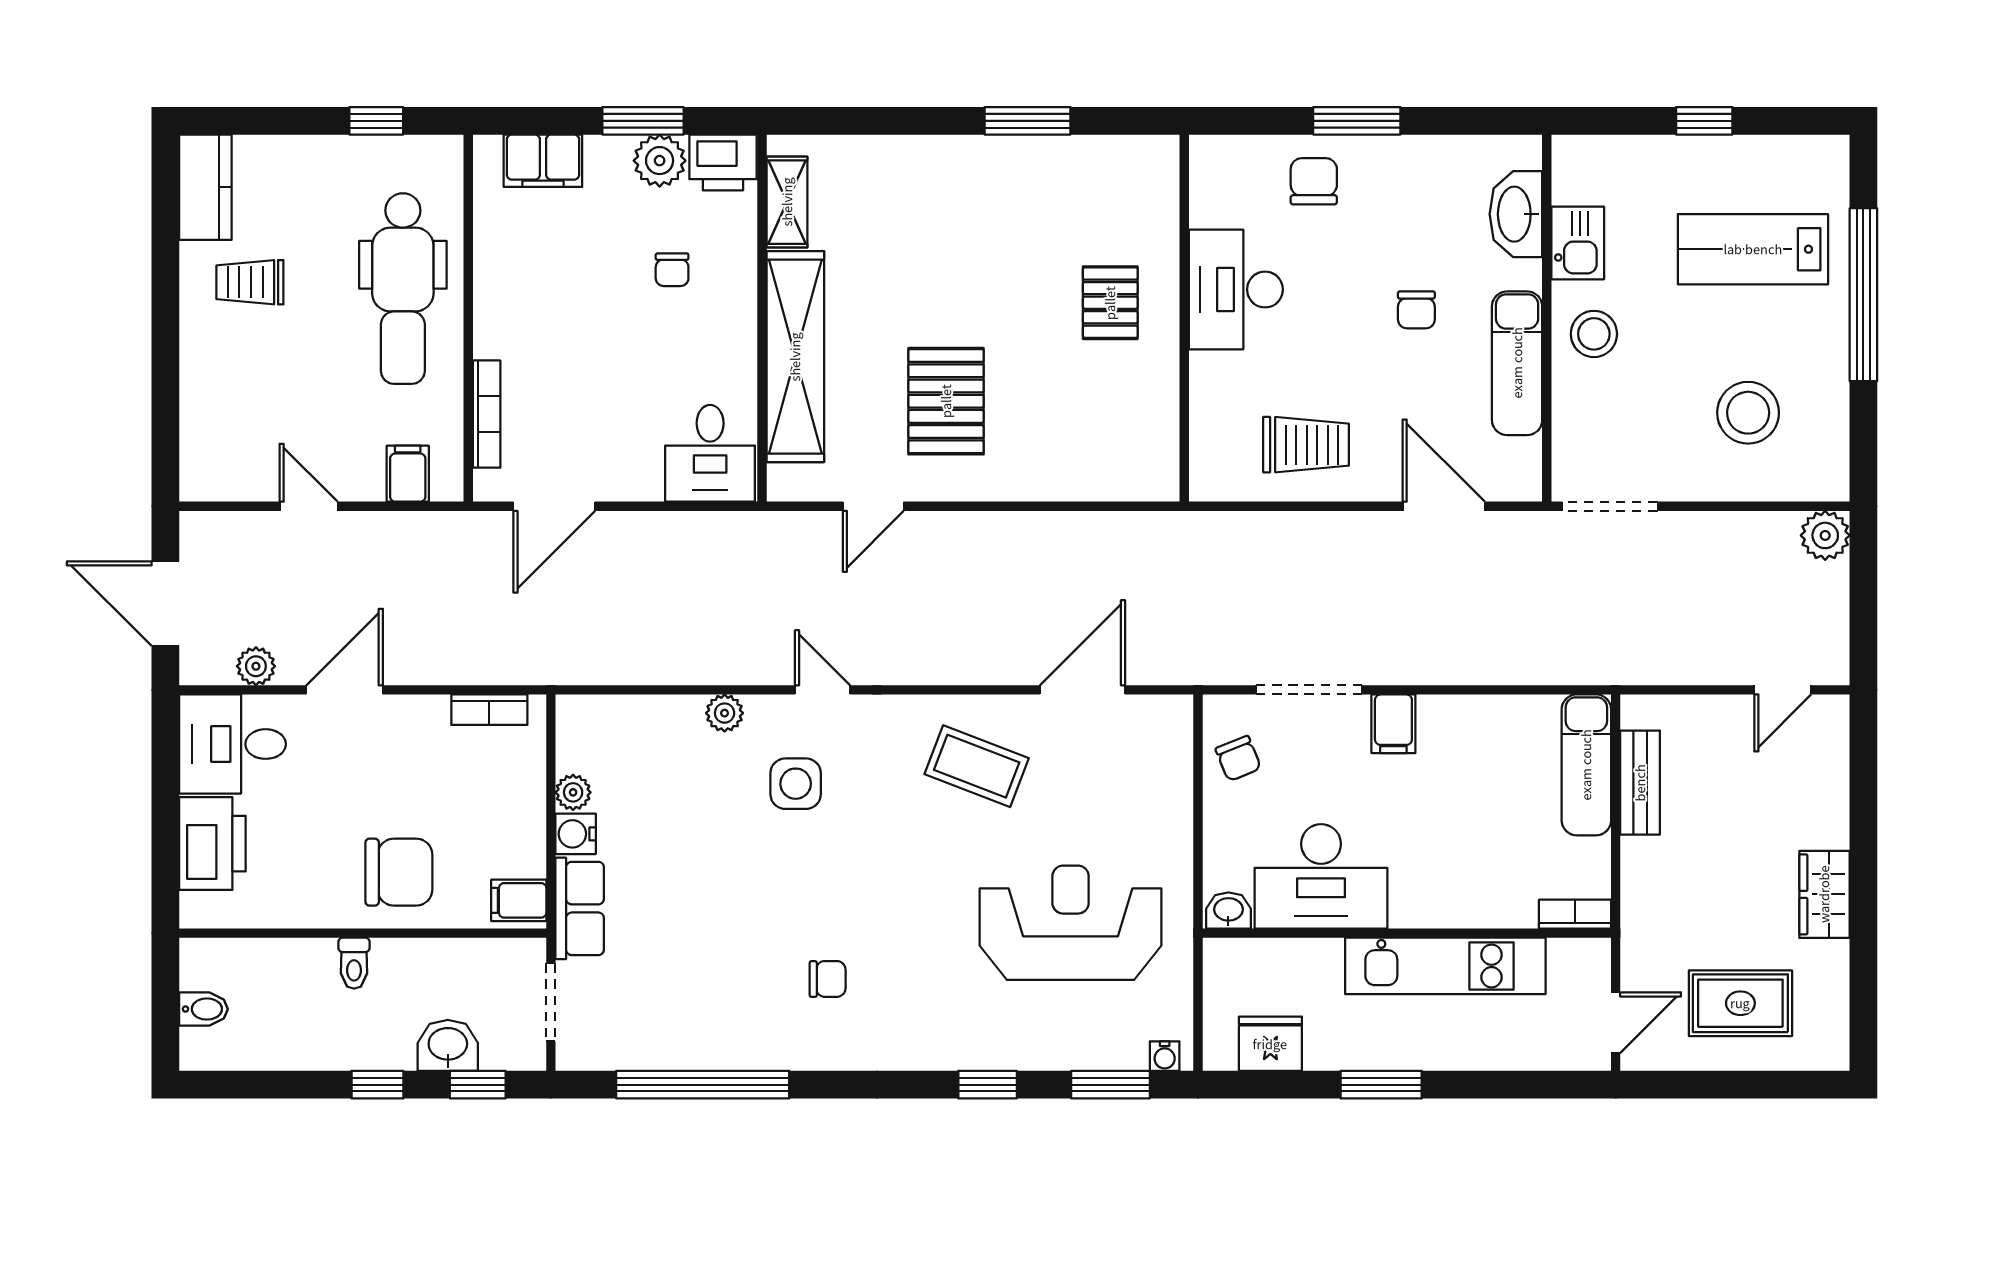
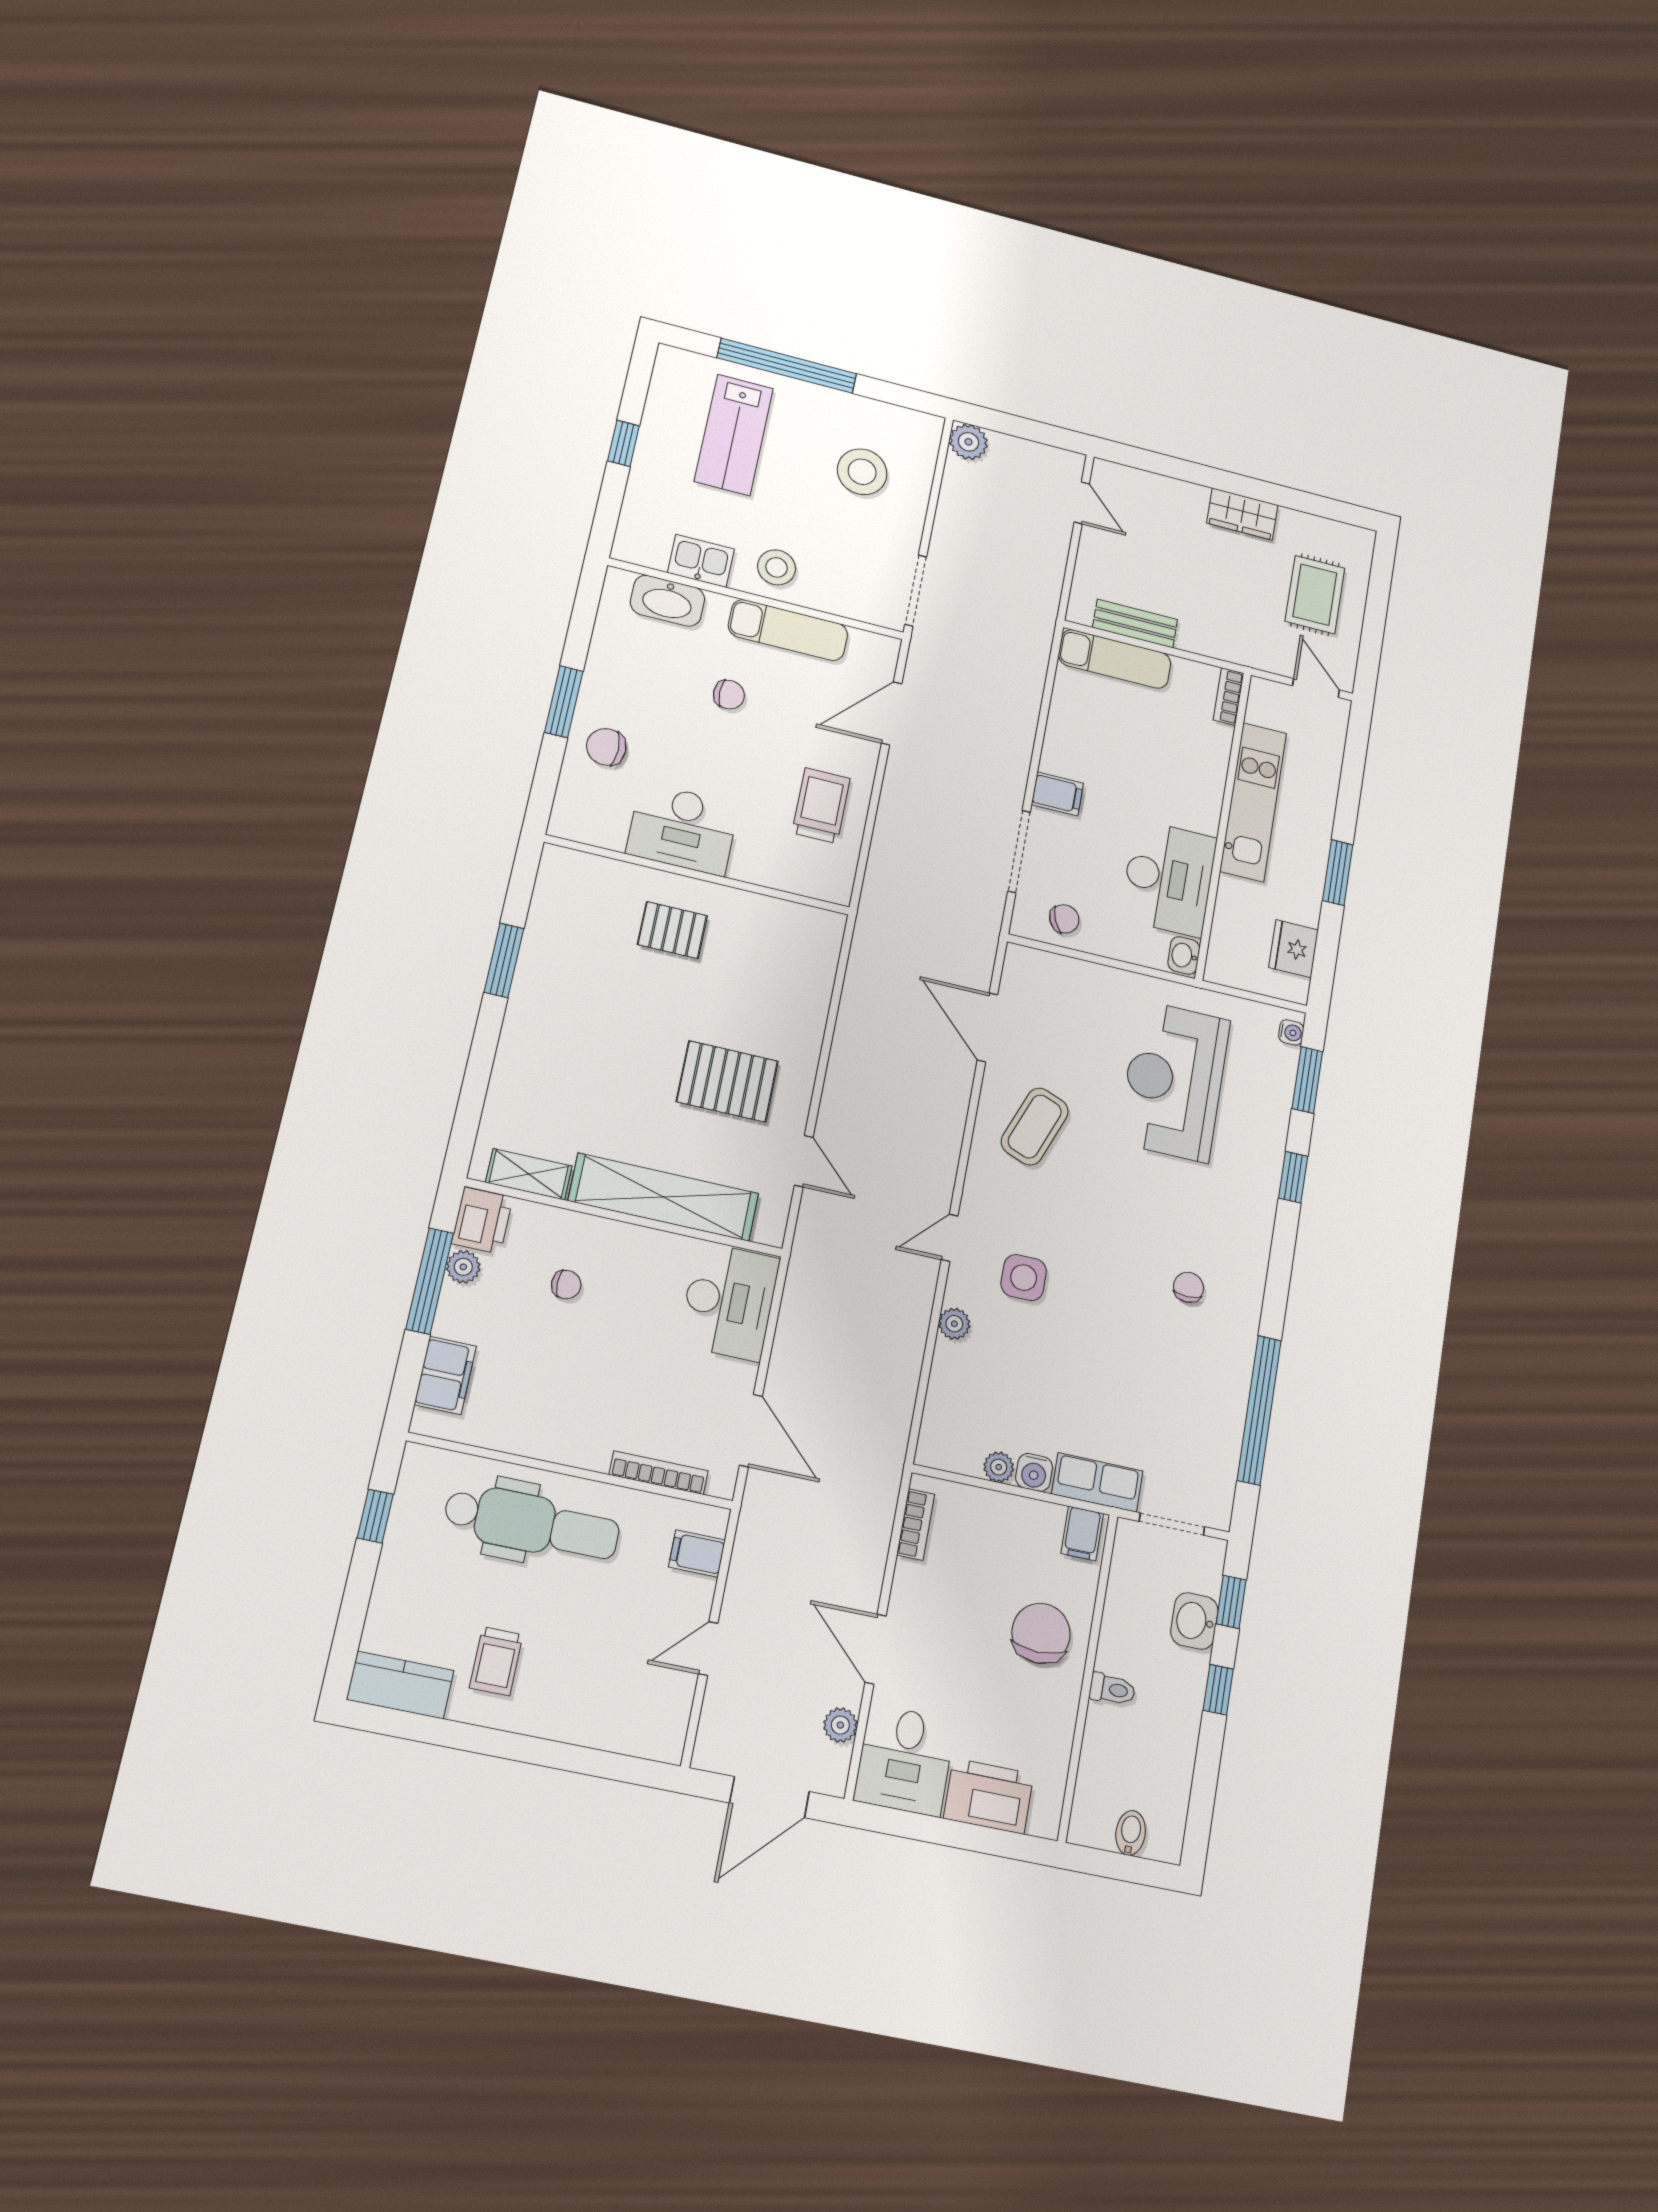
window: (643, 121) -> (430, 1281), width x1.44
plant: (660, 161) -> (463, 1267), width x0.73, depth x0.73
desk: (710, 453) -> (729, 1301), width x1.37

